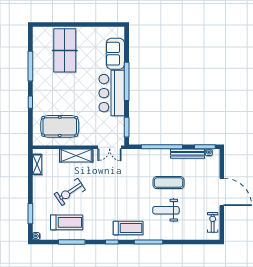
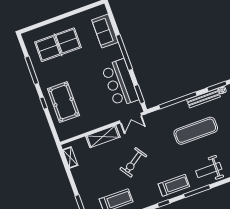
table tennis table: (65, 50) -> (58, 45), turned 90
bar counter: (112, 93) -> (120, 83), moved
pool table: (60, 126) -> (63, 102), moved, turned 90
exercise mat: (169, 183) -> (196, 131), width x1.36, depth x1.45
exercise bike: (70, 192) -> (133, 162), moved
weight bench: (166, 210) -> (209, 170), moved

